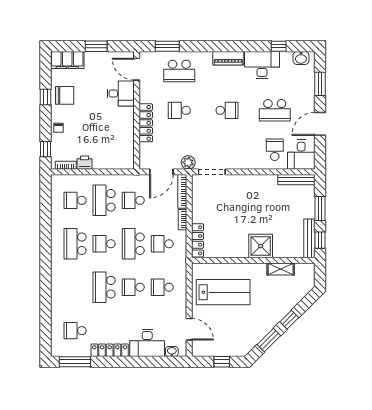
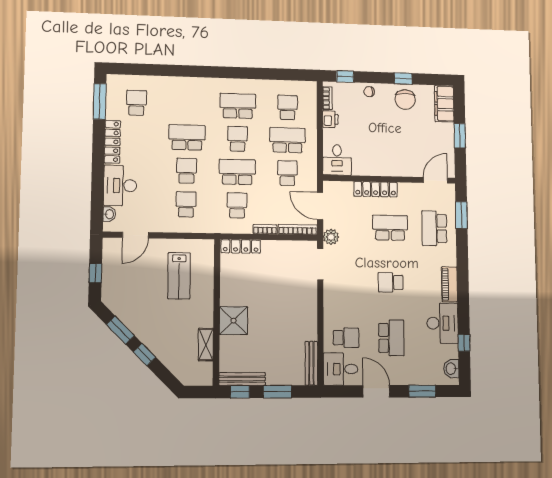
desk: (121, 93) -> (337, 160), moved
school desk: (179, 110) -> (390, 228), width x1.85
school desk: (227, 110) -> (391, 282), turned 90
school desk: (275, 110) -> (391, 338), turned 180
lab bench: (223, 292) -> (179, 276), width x0.73, depth x0.72

